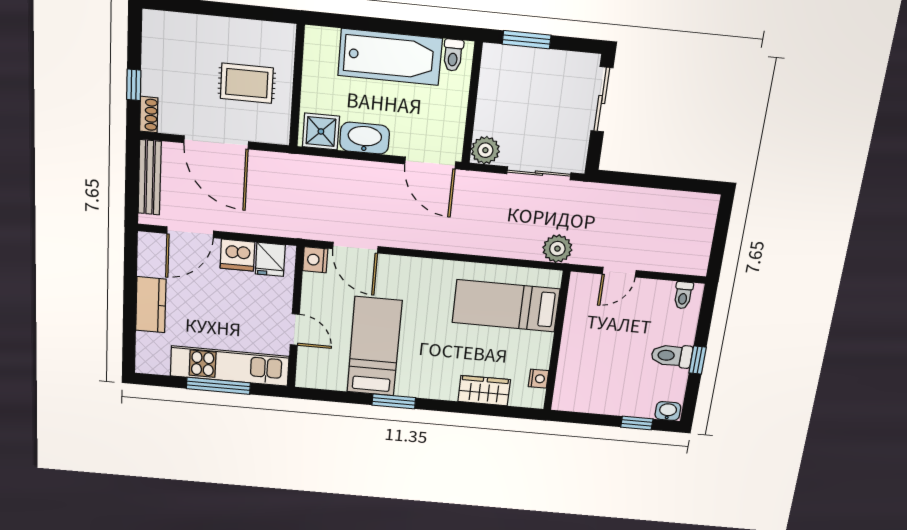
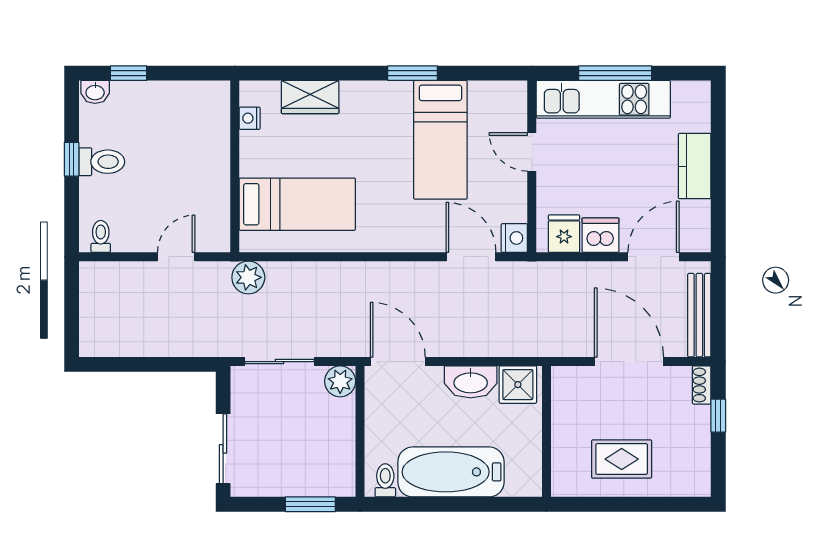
rug: (247, 83) -> (622, 459), moved

